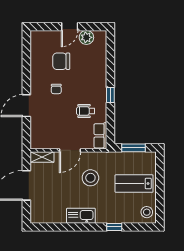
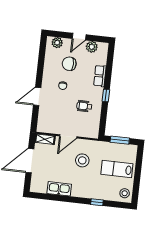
plant: (44, 37) -> (57, 43), added
row of seats: (100, 136) -> (100, 76), moved
kitchen sink: (81, 216) -> (59, 189), moved

